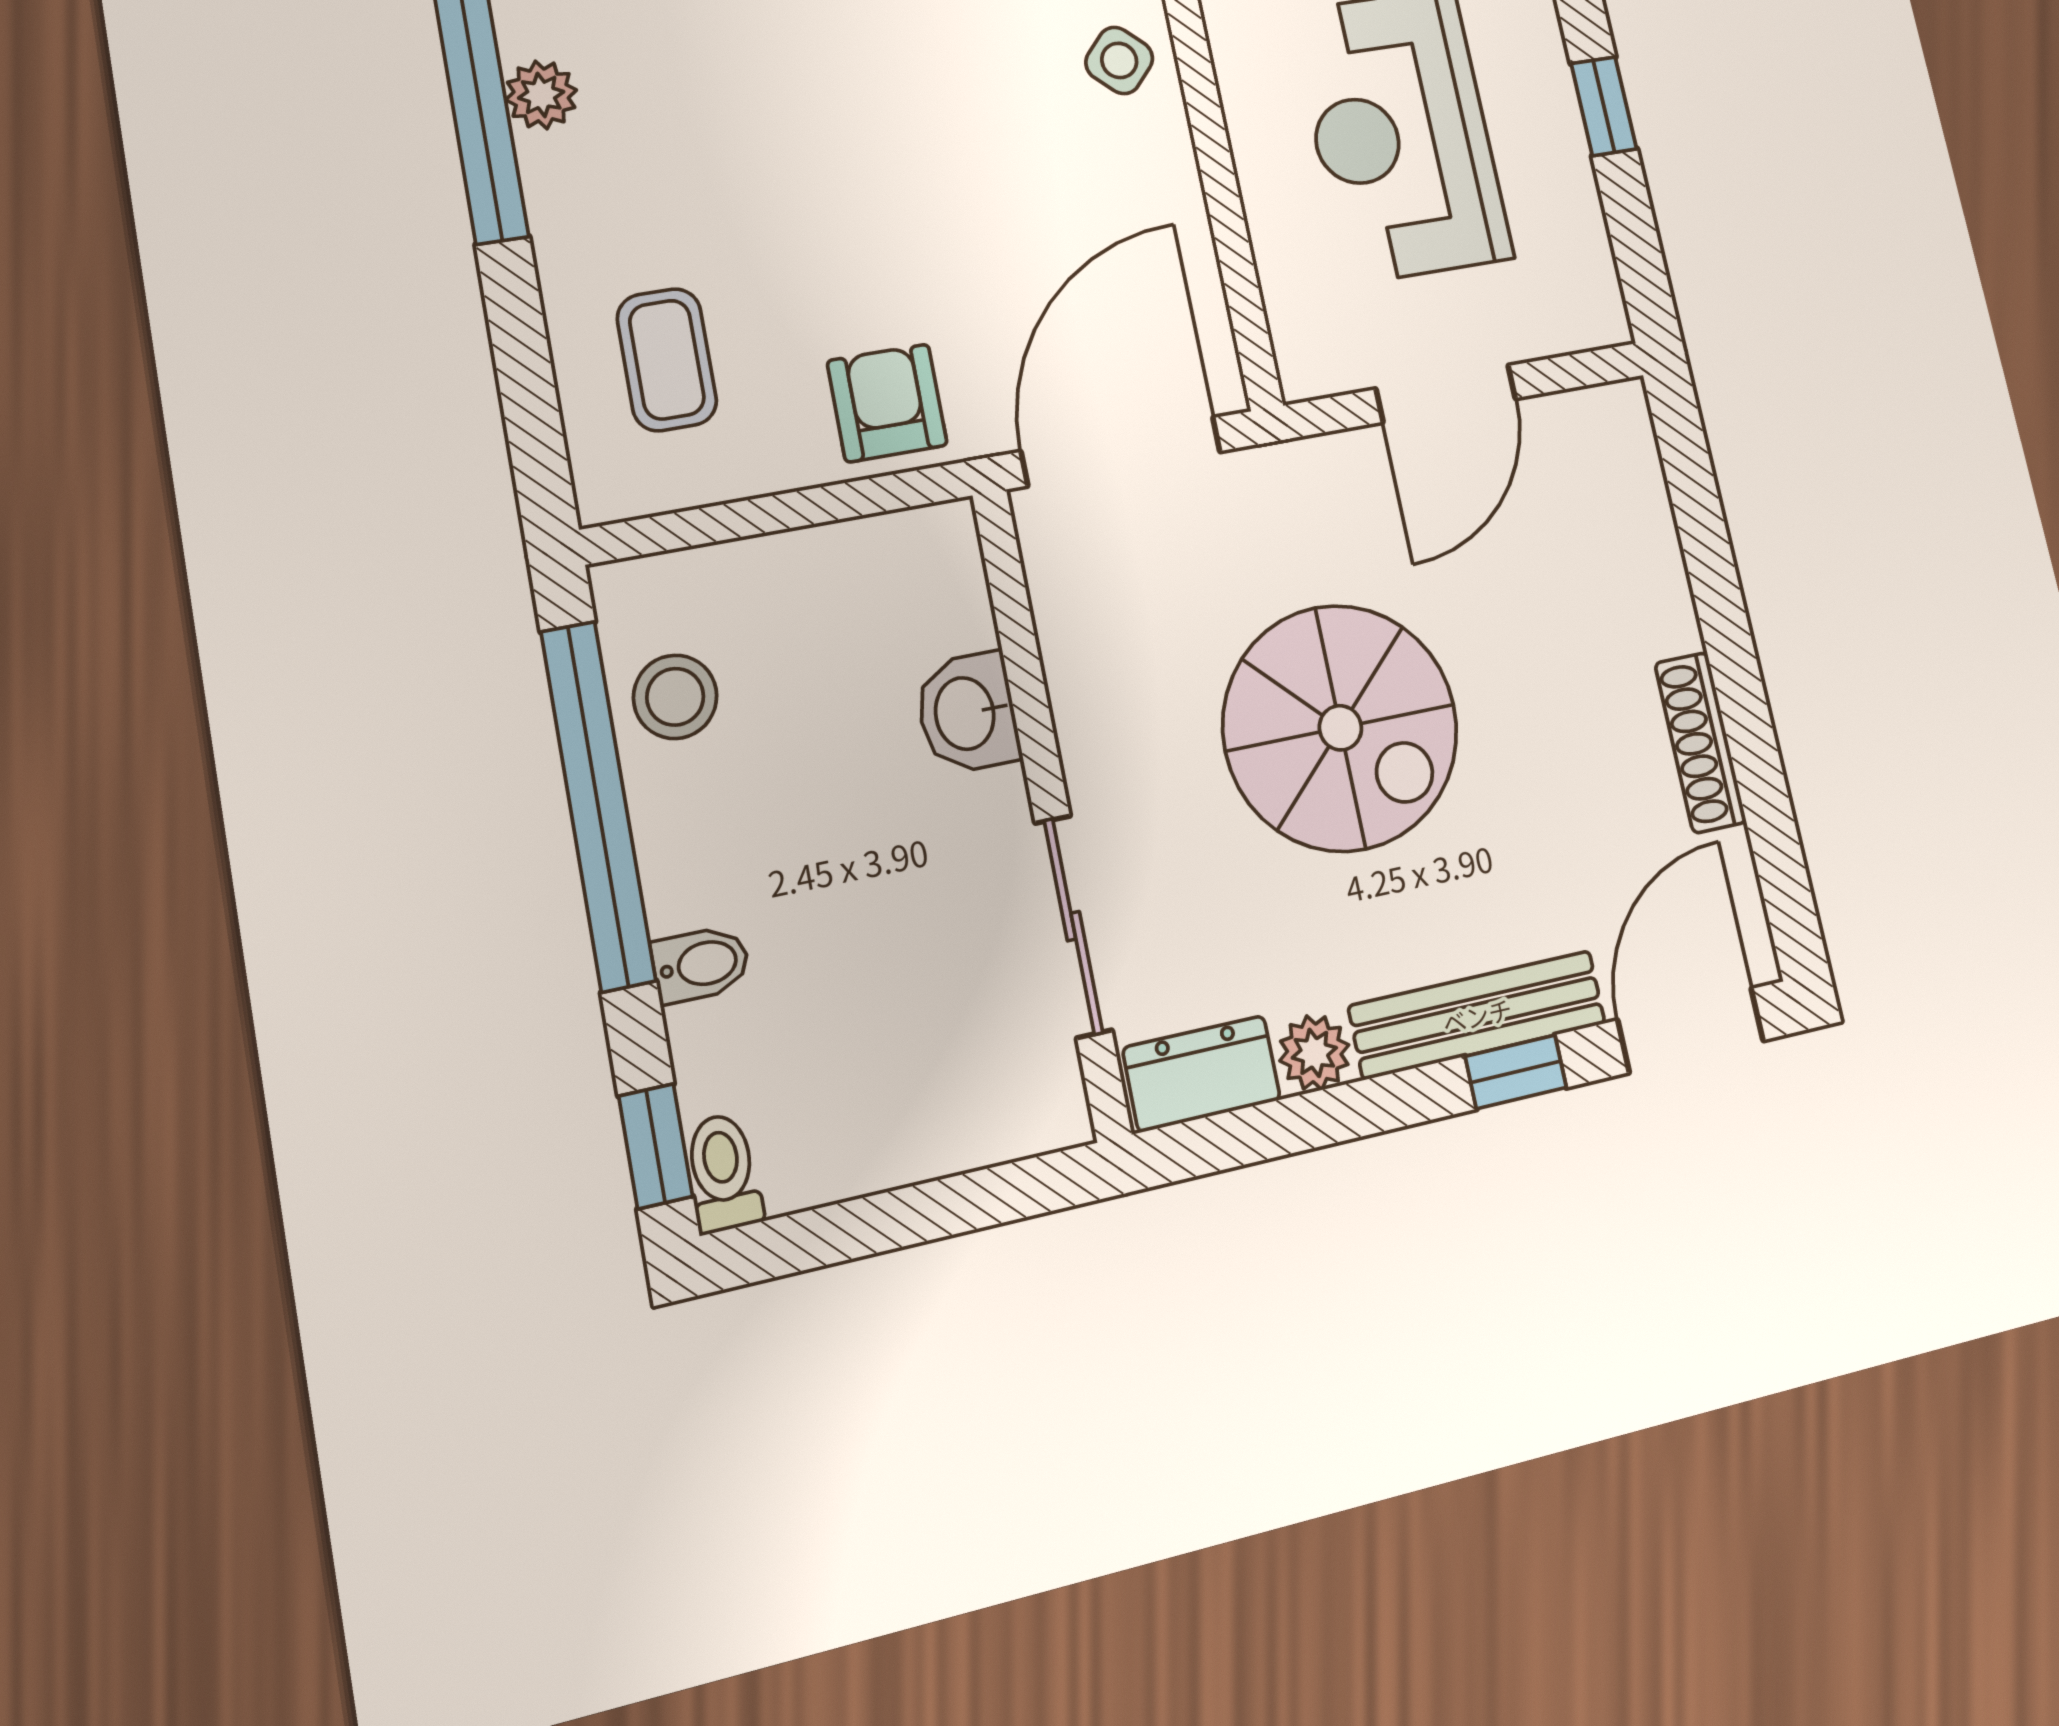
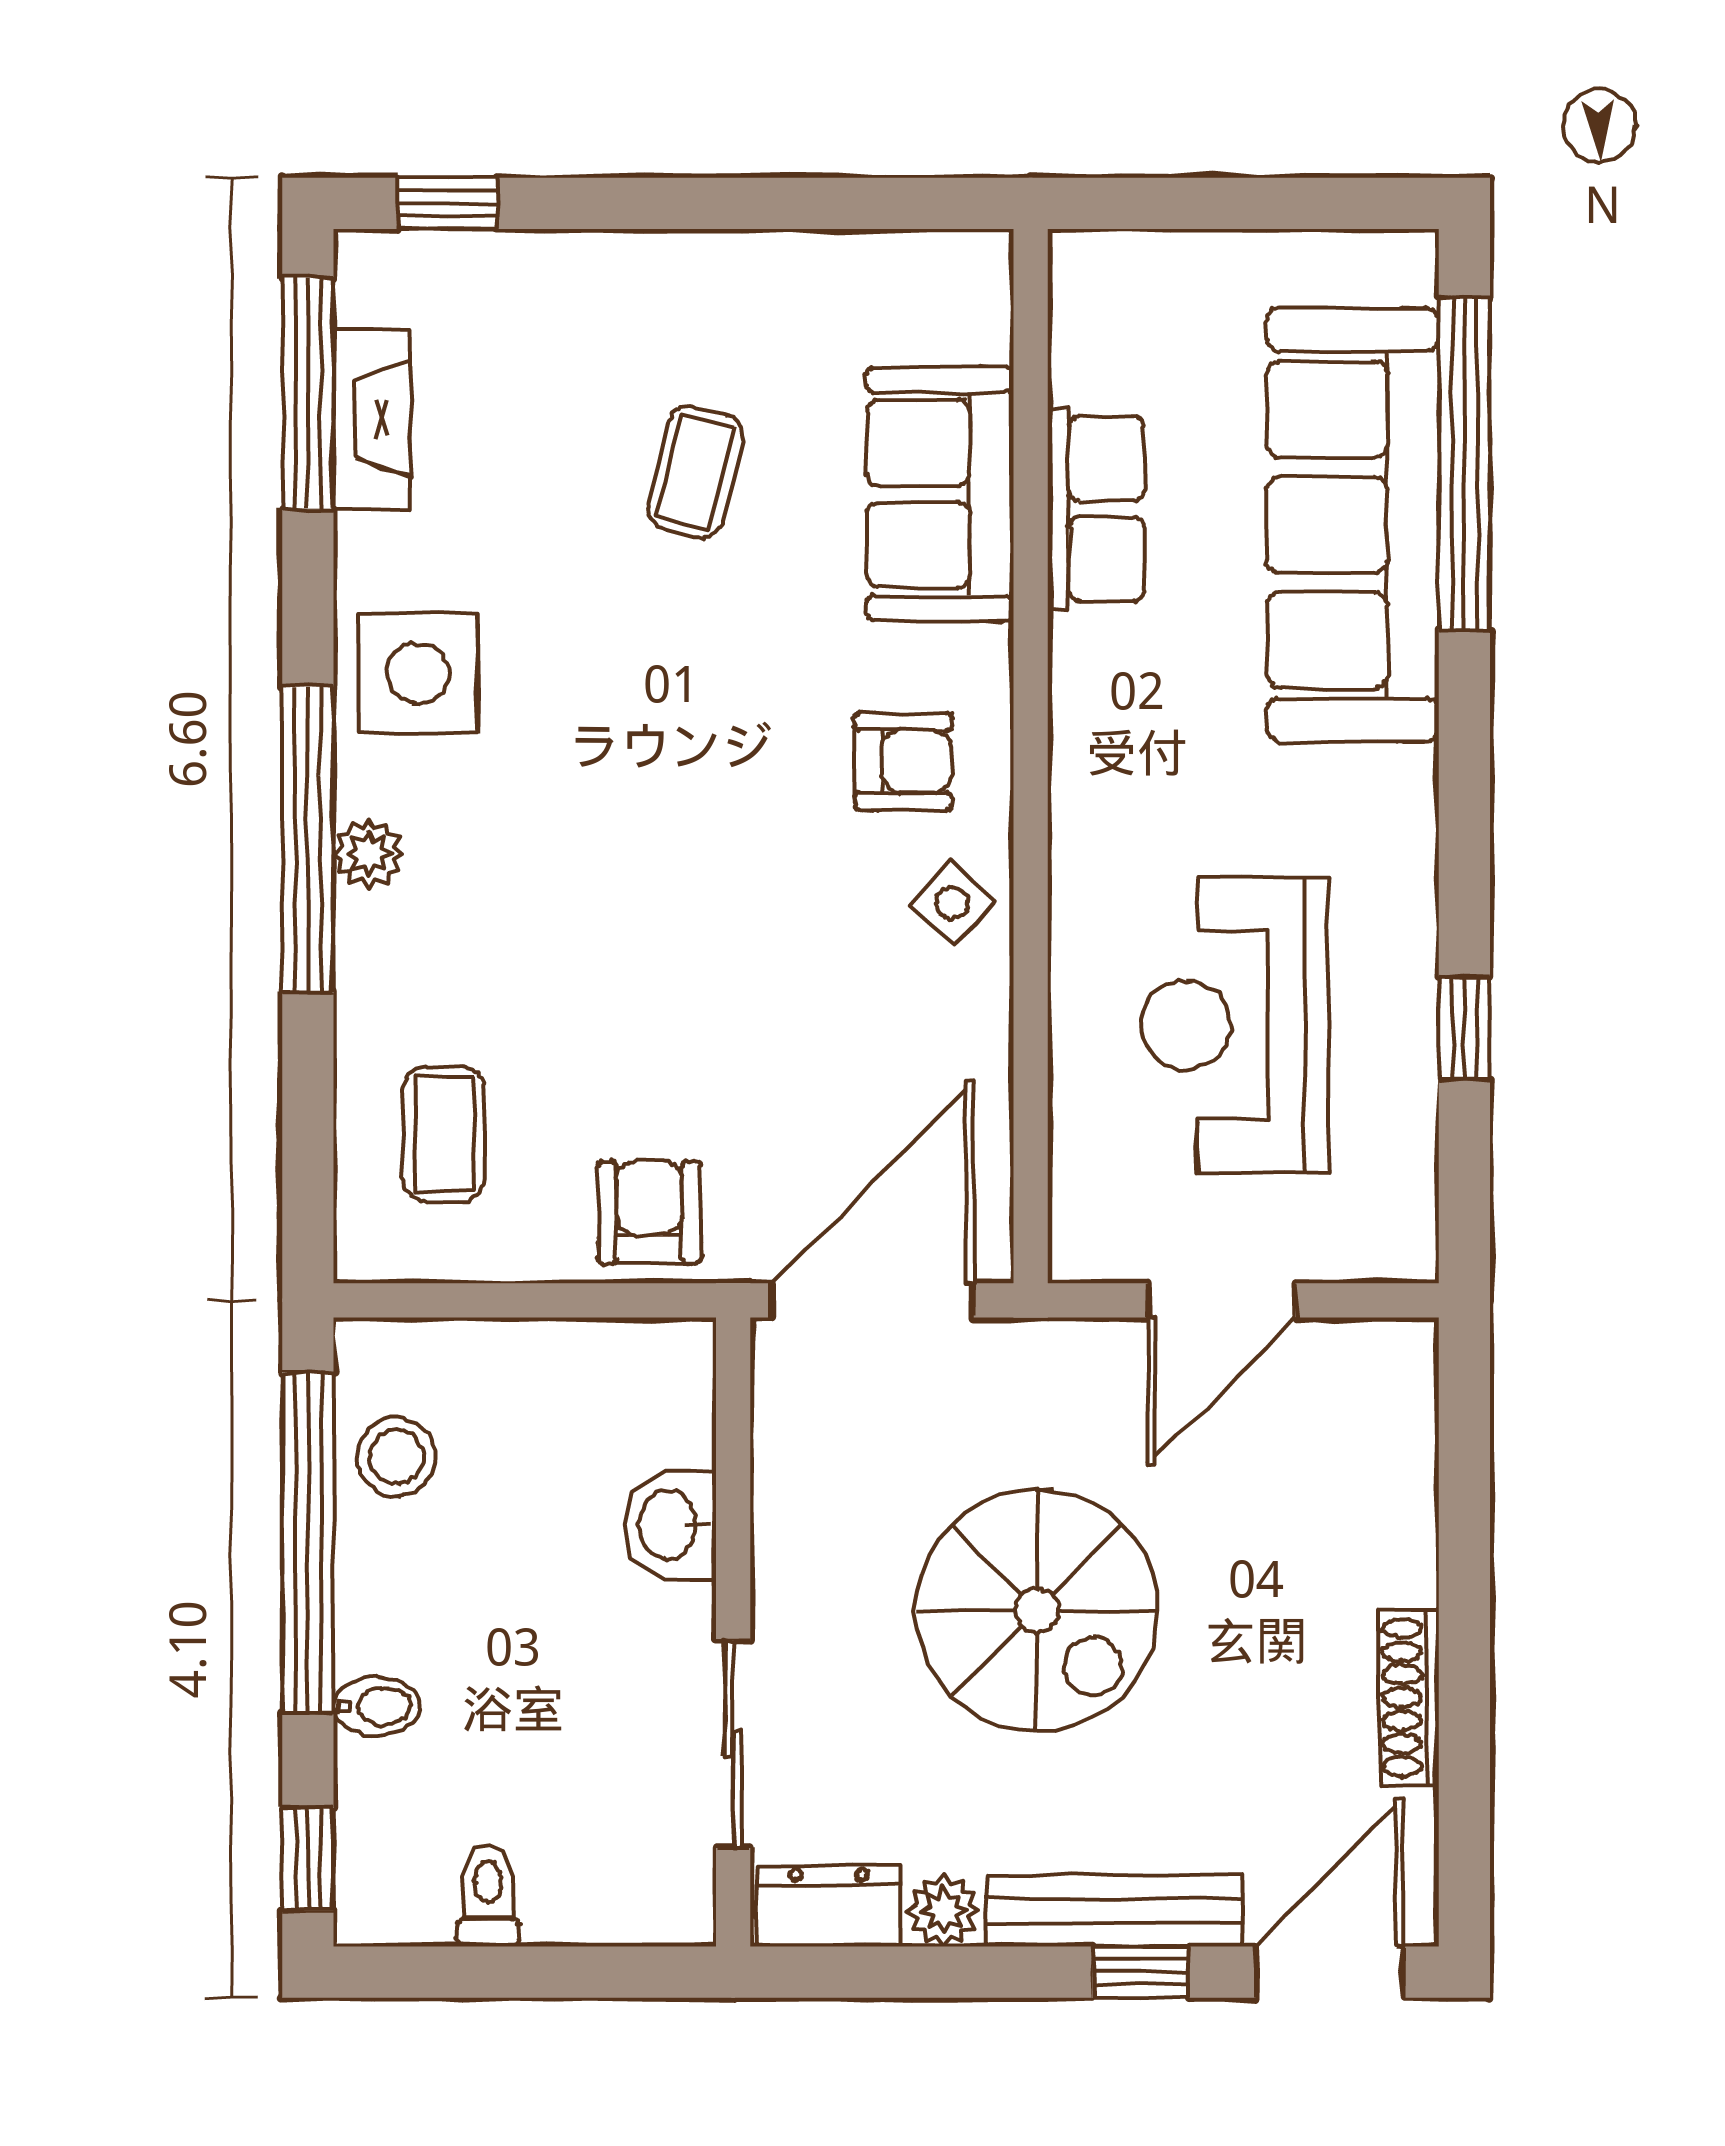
toilet: (723, 1173) -> (488, 1896), moved

